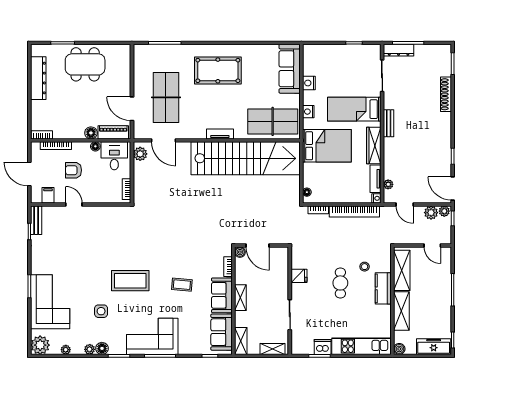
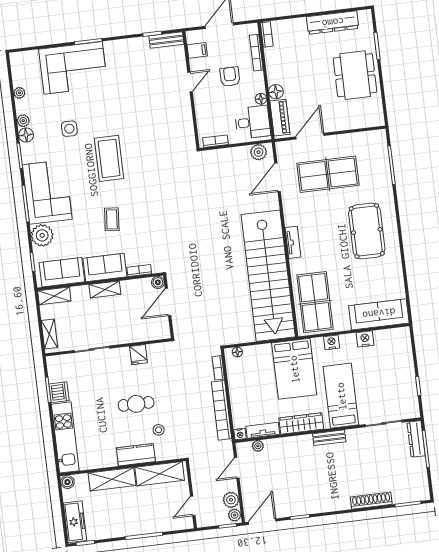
plant: (40, 345) -> (42, 235), moved

